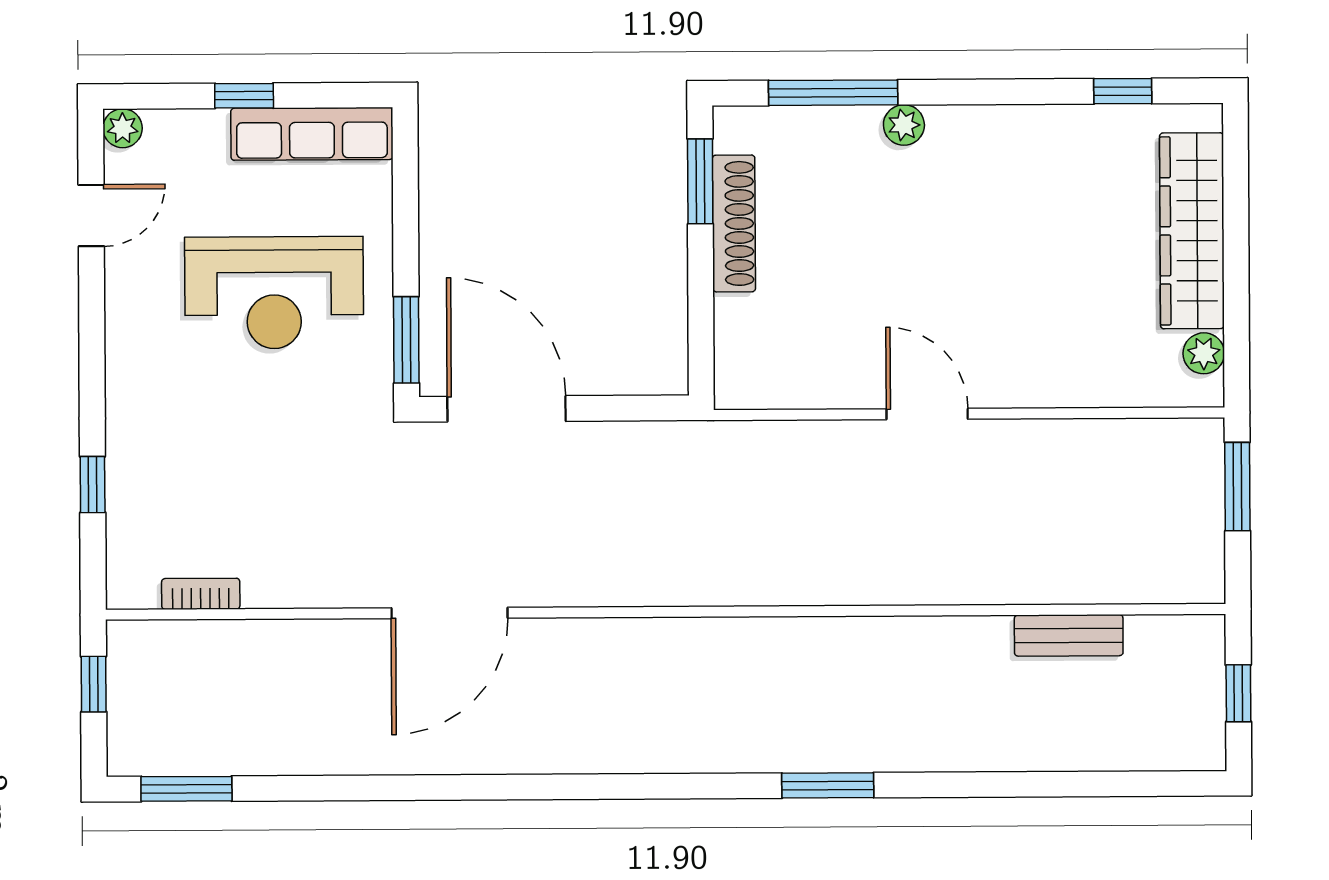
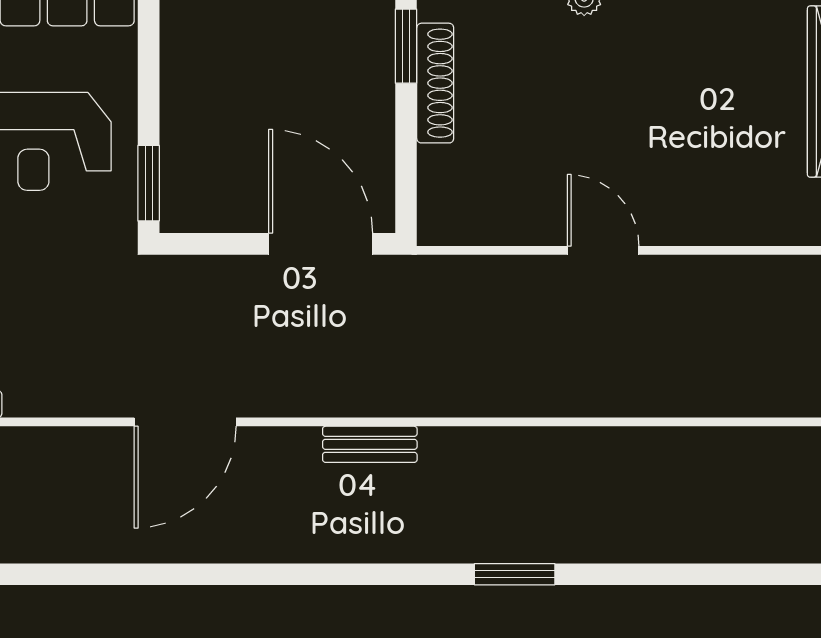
door: (507, 409) -> (321, 244), moved
bench: (1069, 635) -> (370, 444), moved

